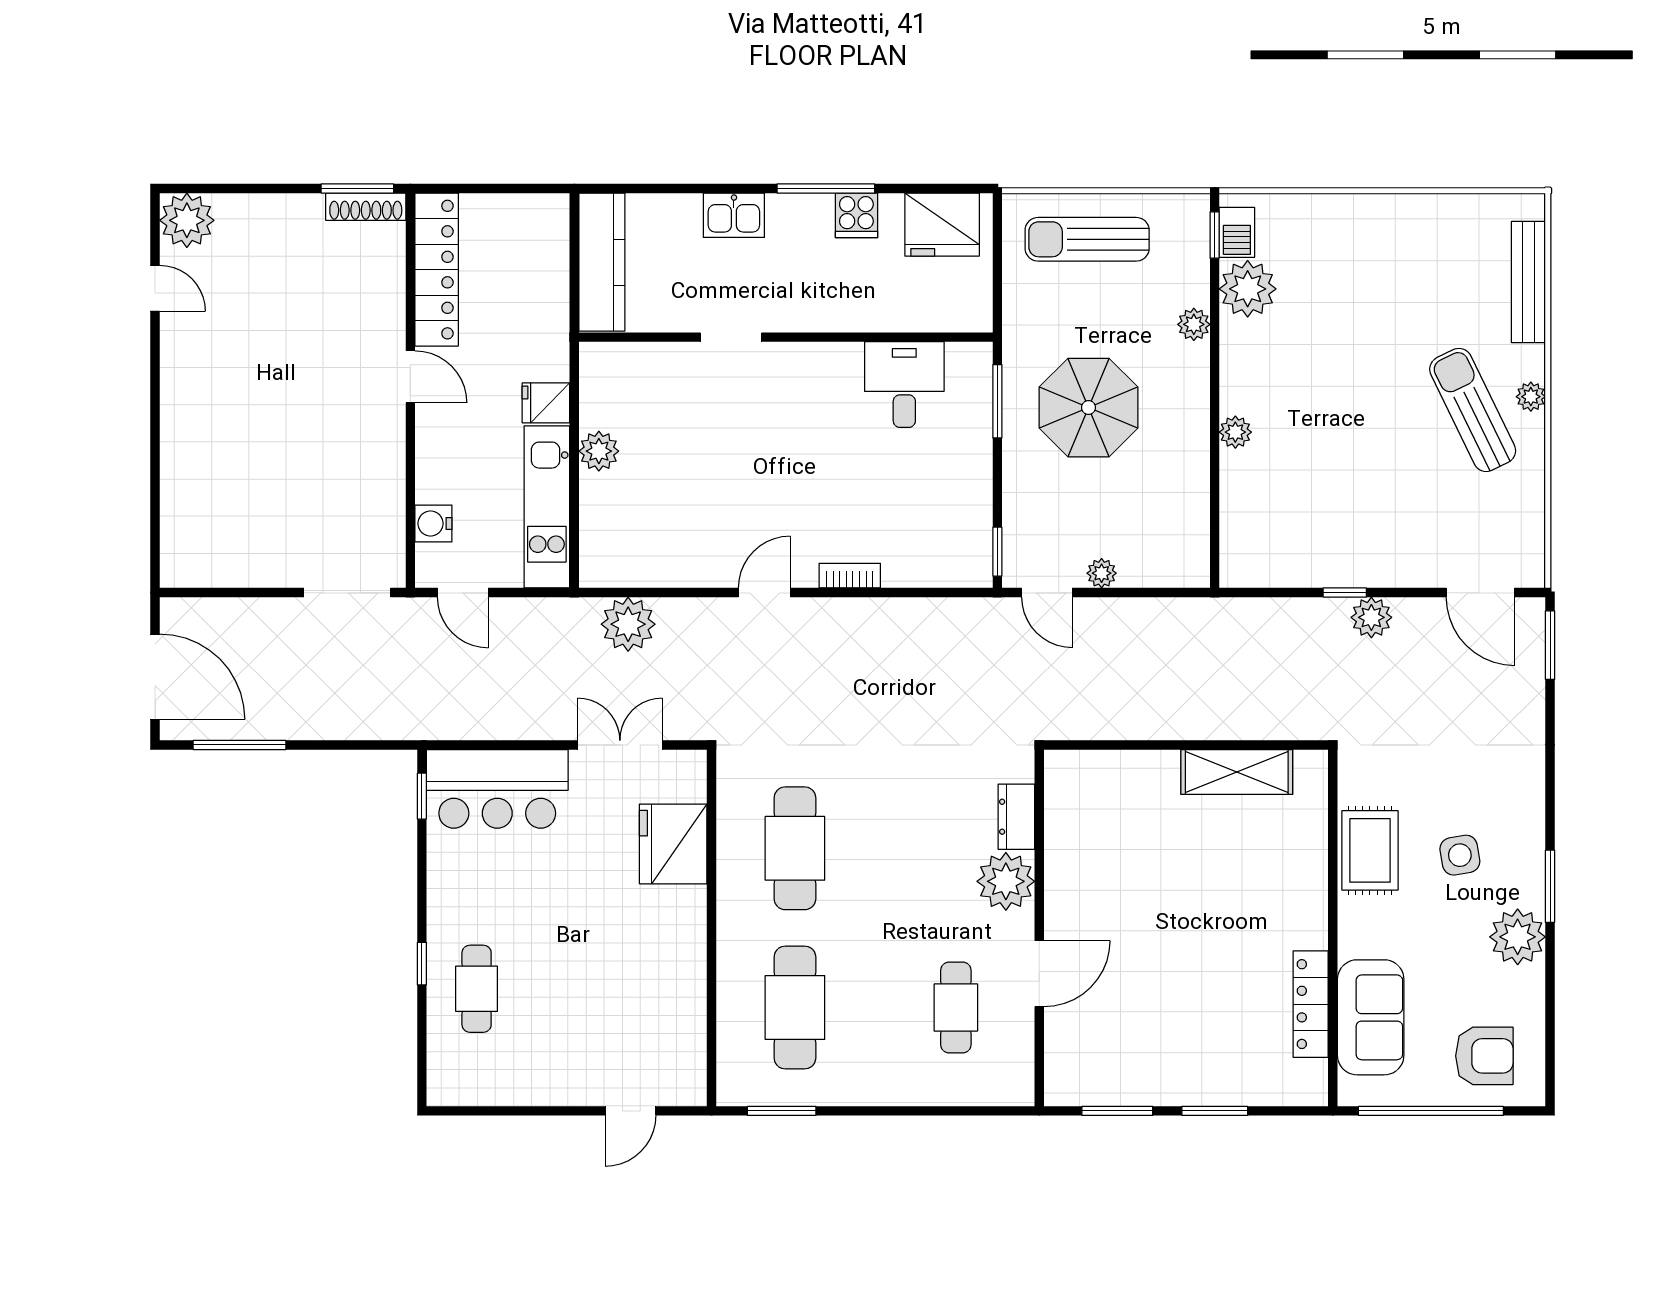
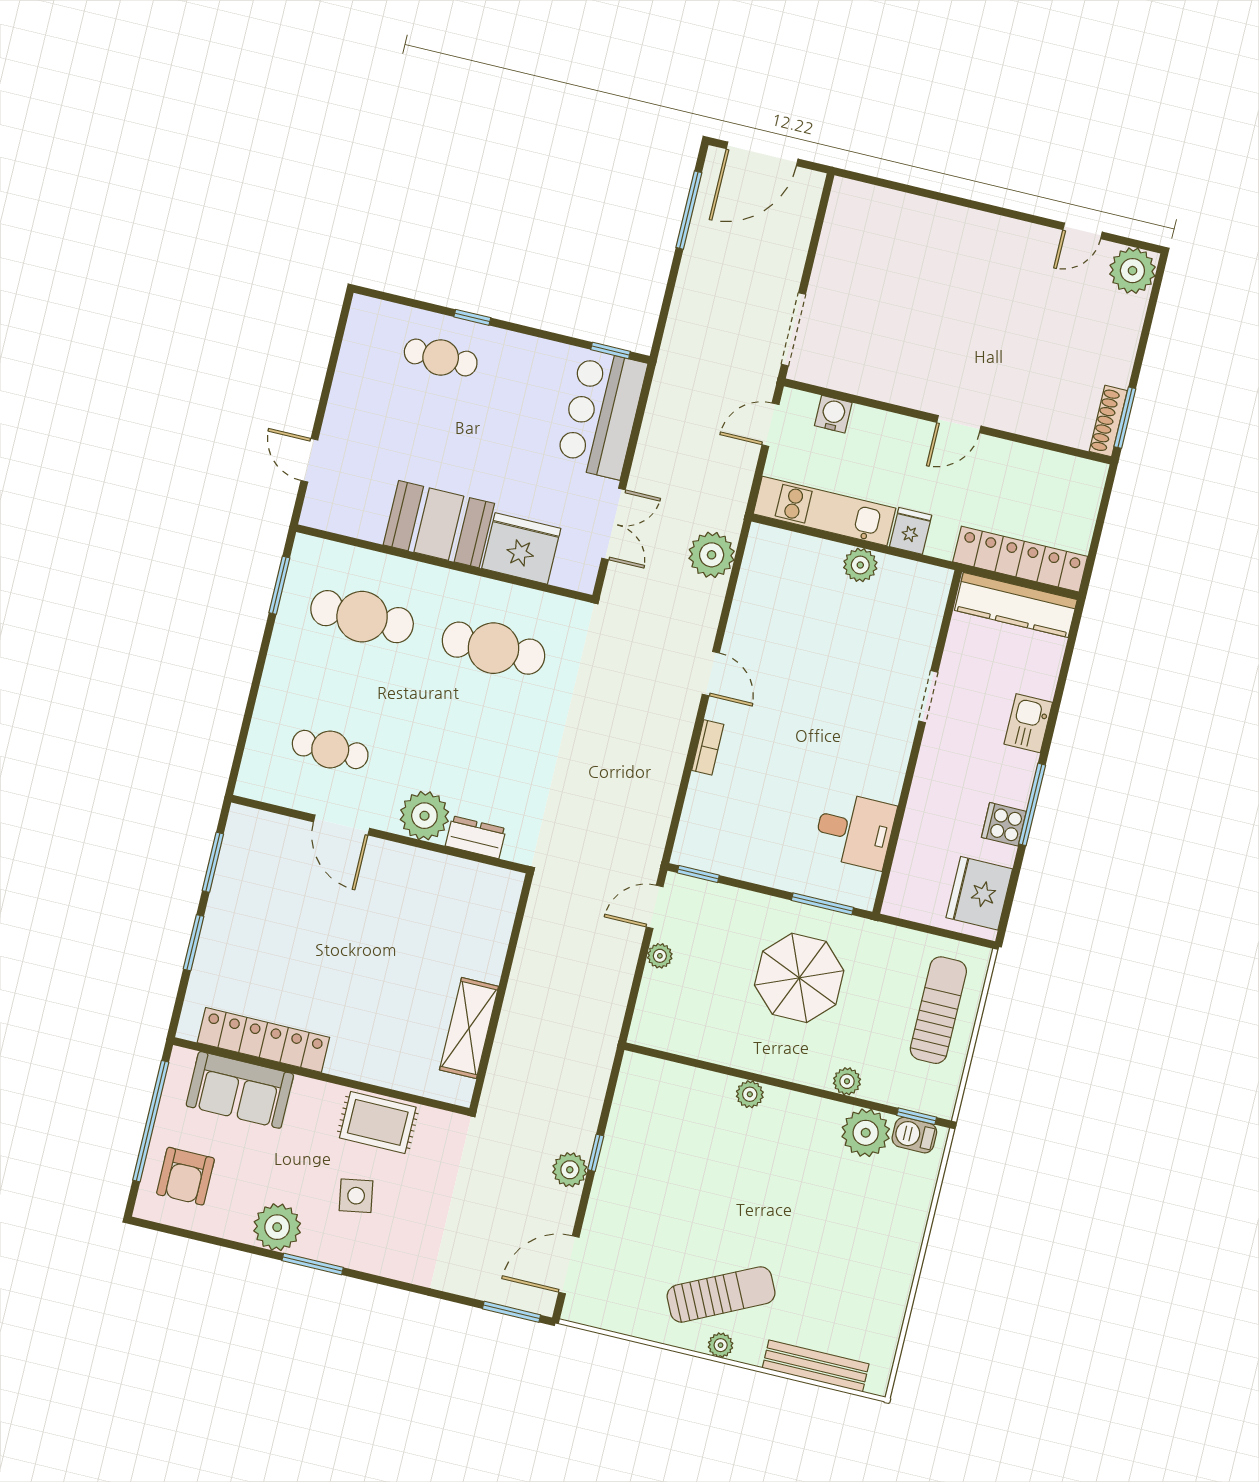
locker: (437, 270) -> (1020, 559), moved, turned 180
booth: (668, 945) -> (439, 524), added
locker: (1311, 1004) -> (263, 1040), width x1.41, depth x1.21

